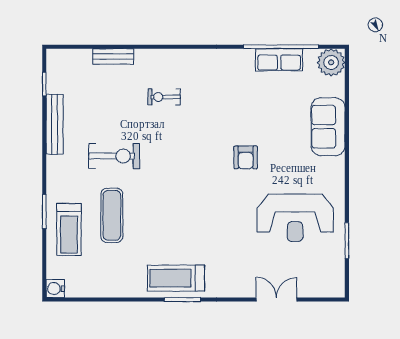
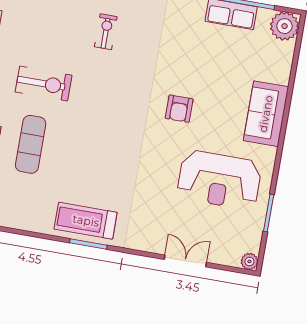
exercise bike: (164, 97) -> (106, 32), turned 90
sofa: (328, 127) -> (266, 114), moved
plant: (337, 290) -> (249, 261), added

